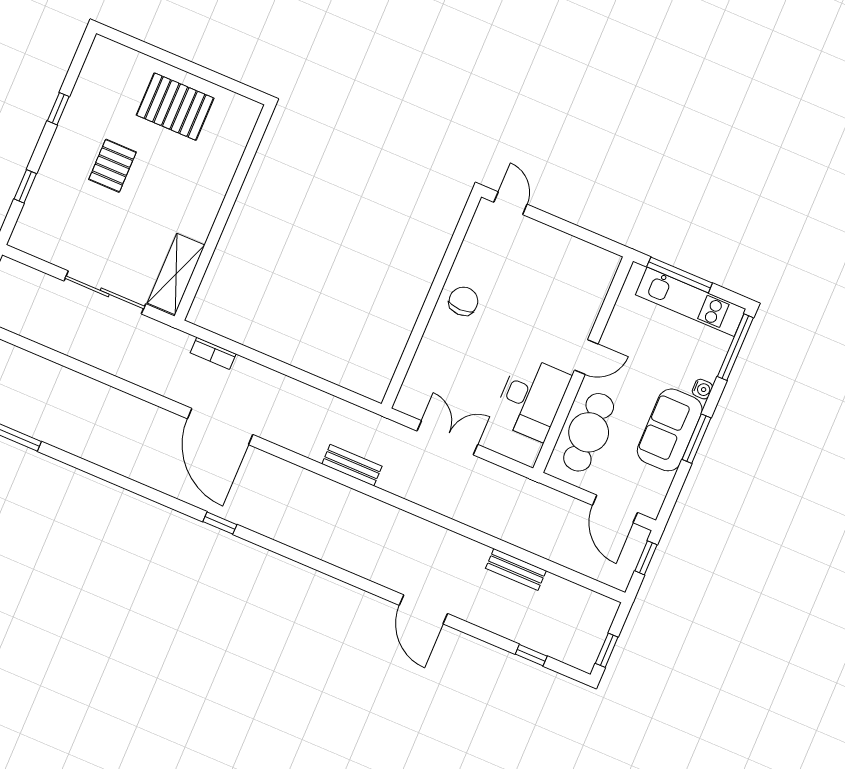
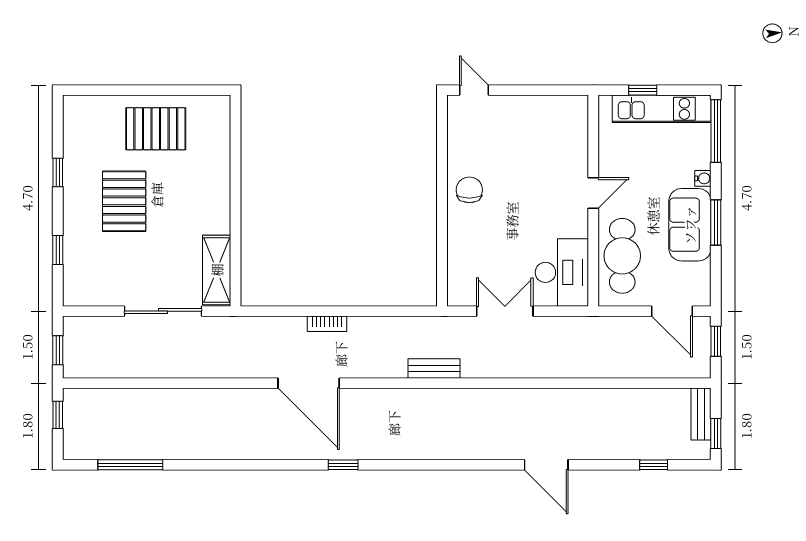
pallet: (112, 166) -> (124, 201), width x1.50, depth x1.42
window: (680, 275) -> (643, 90), width x0.46
bookcase: (213, 353) -> (327, 324), moved
desk: (532, 398) -> (562, 272), moved
bench: (516, 570) -> (701, 414), moved, turned 90

